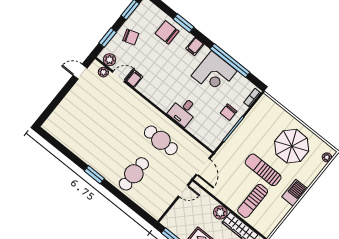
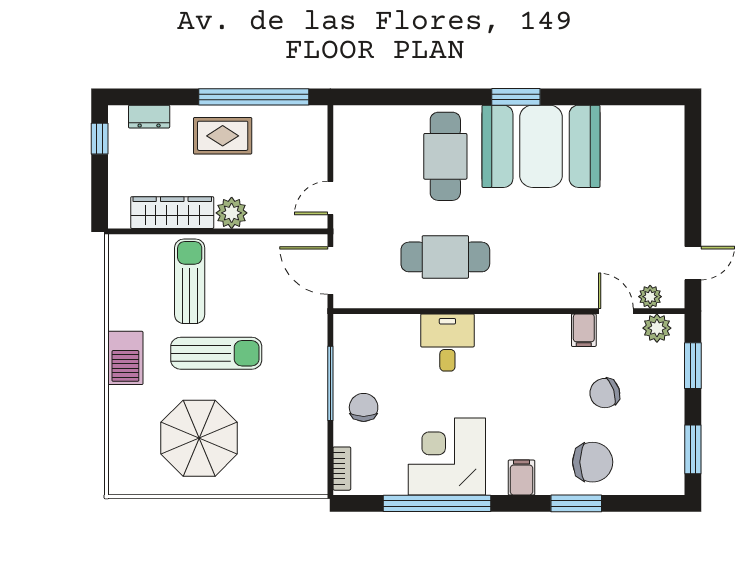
chair: (131, 37) -> (605, 393), moved
door: (119, 76) -> (616, 311), swing flipped
booth: (99, 151) -> (541, 146), added
plant: (327, 157) -> (119, 470), removed

